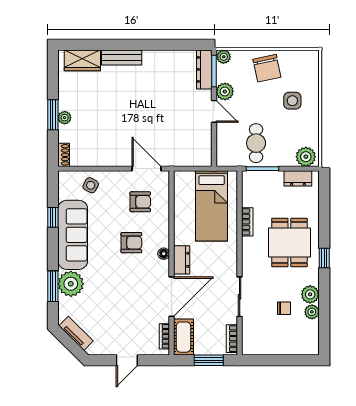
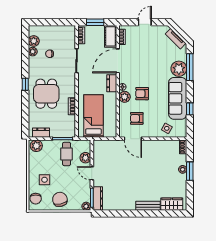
chair: (307, 69) -> (36, 199), added
plant: (225, 91) -> (85, 158), moved
plant: (160, 237) -> (125, 97), added
window: (53, 286) -> (190, 67), width x1.44
plant: (310, 294) -> (34, 41), moved

